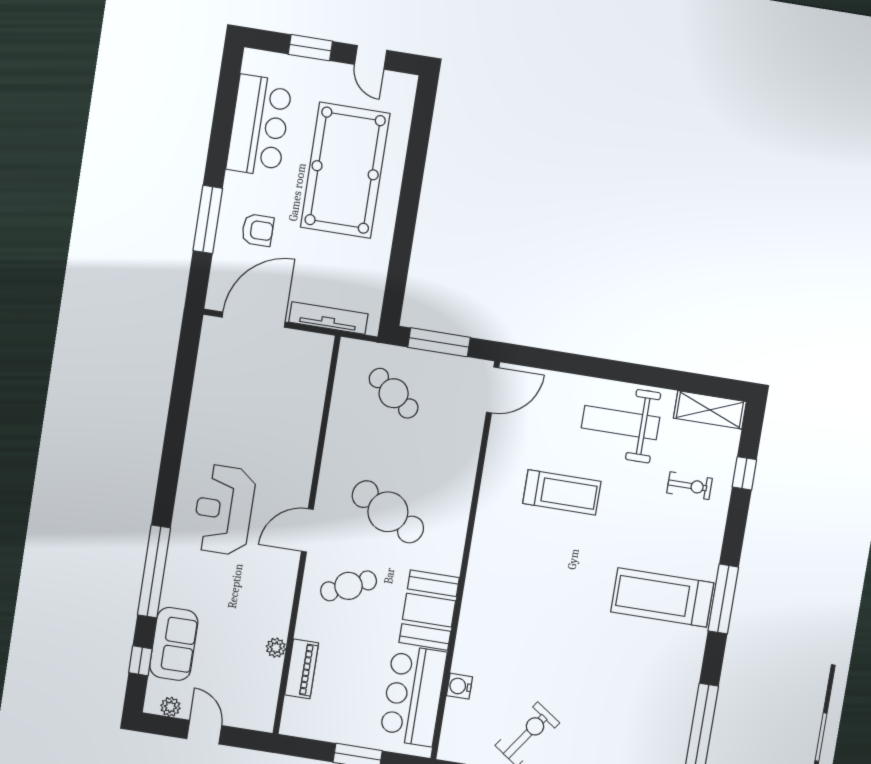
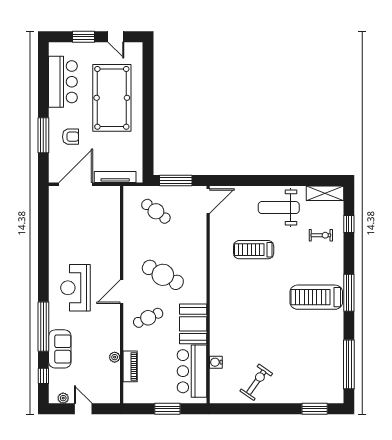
treadmill: (562, 492) -> (254, 250), turned 180
sofa: (174, 644) -> (60, 349), moved

